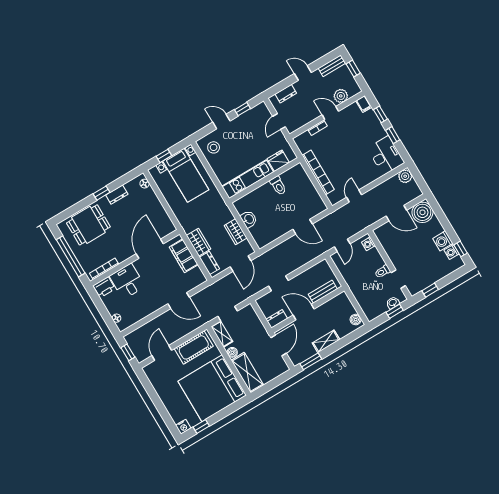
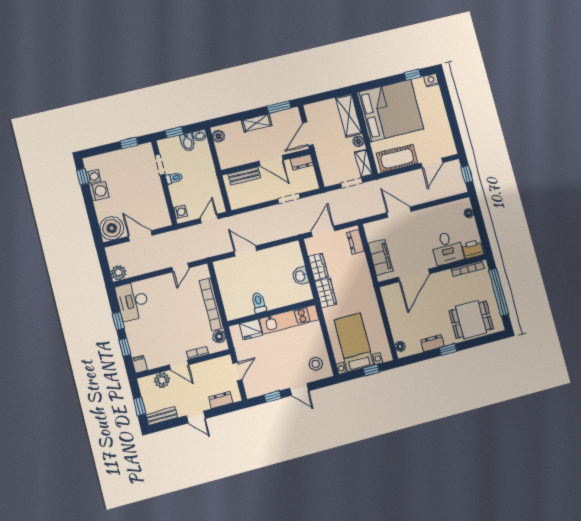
floor lamp: (303, 147) -> (219, 336), added
wardrobe: (199, 242) -> (326, 293), moved, turned 180
washbasin: (393, 303) -> (200, 135), moved
bidet: (381, 306) -> (187, 142), added

